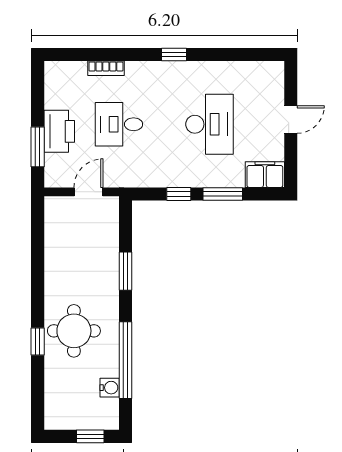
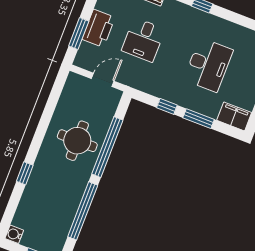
desk: (119, 124) -> (143, 40), turned -90
window: (126, 271) -> (107, 147), width x2.11
round table: (74, 331) -> (77, 141), moved
water cooler: (110, 388) -> (14, 234), moved, turned 180

